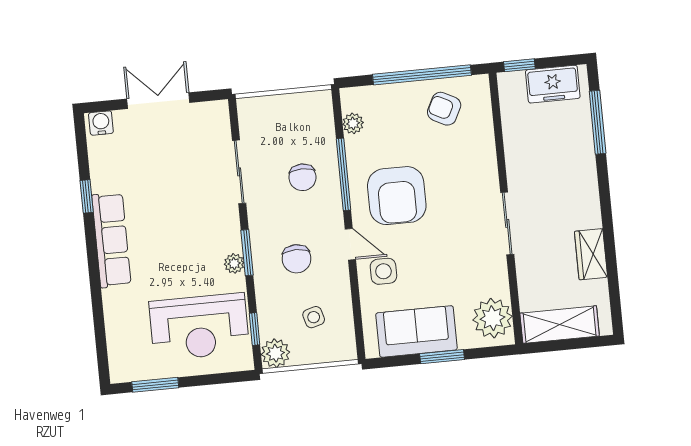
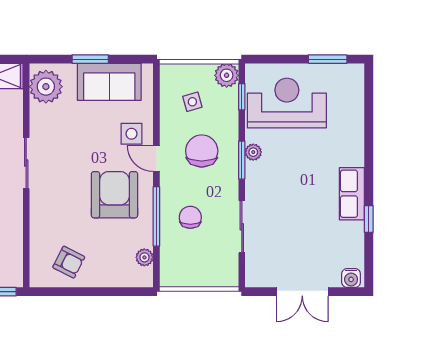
window: (422, 75) -> (84, 292), removed
row of seats: (111, 240) -> (352, 194), width x0.68
chair: (296, 259) -> (202, 151), width x1.37, depth x1.37

